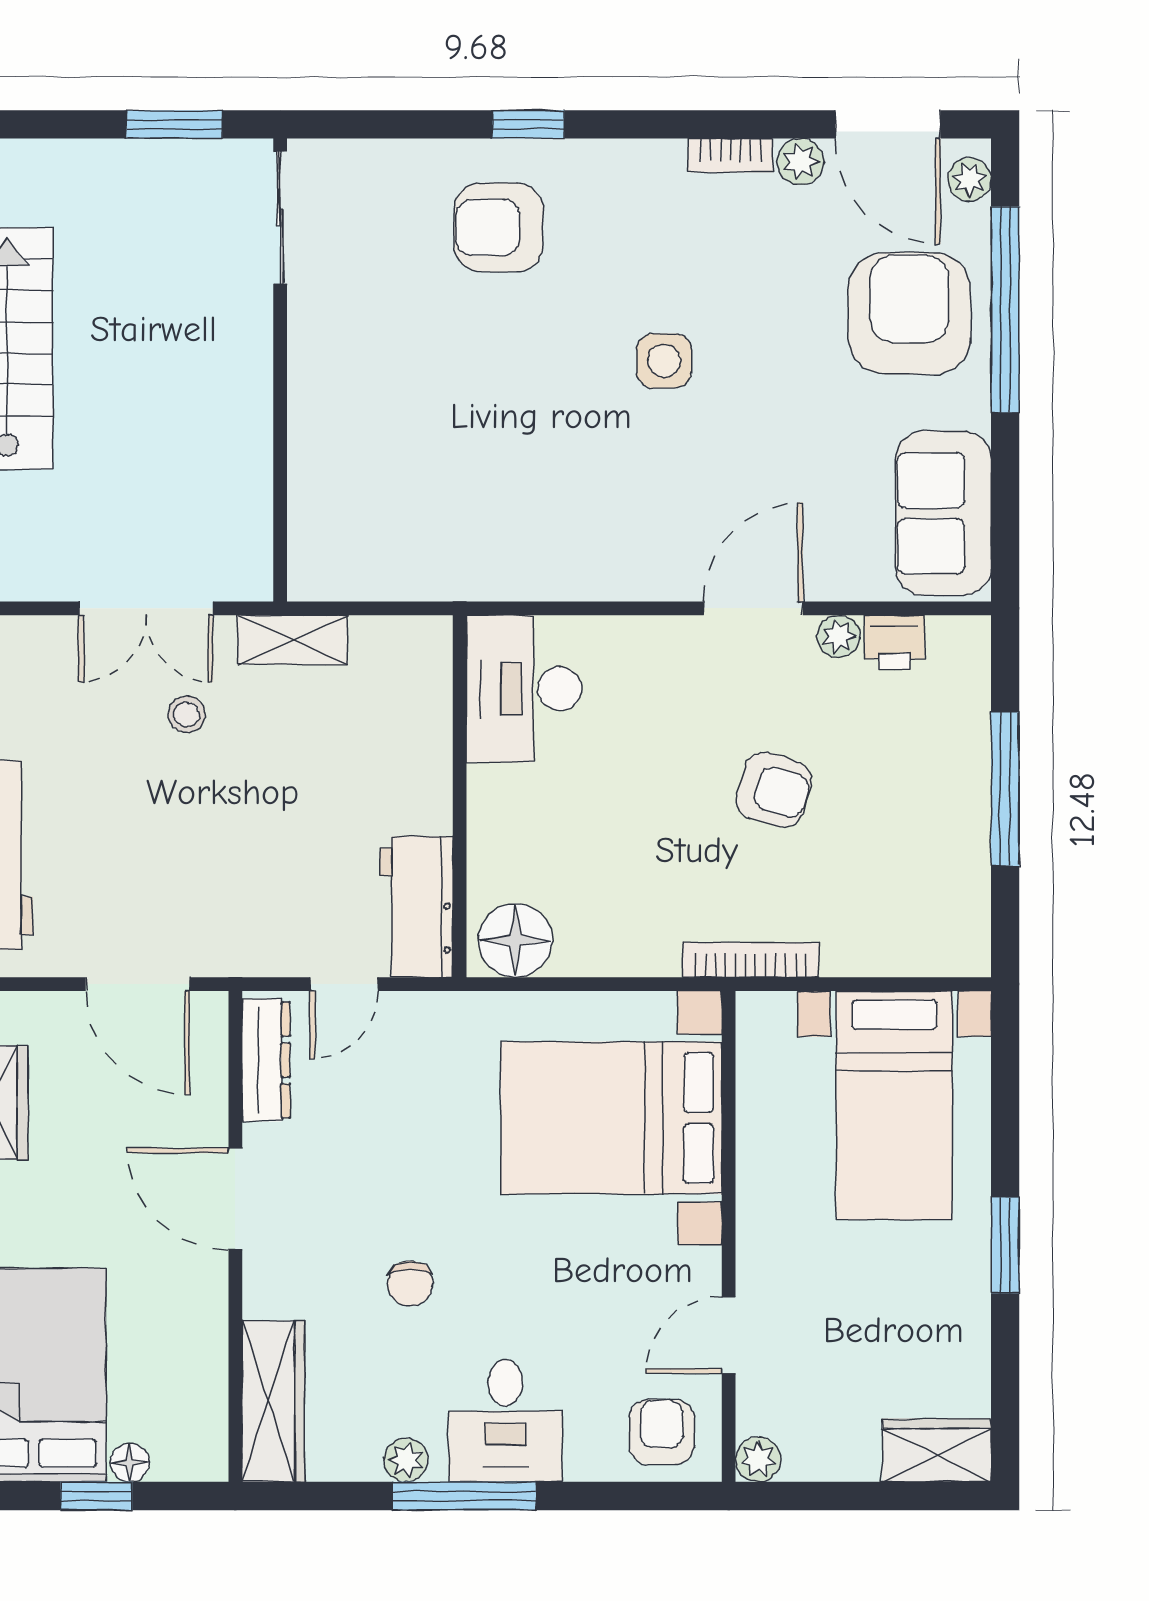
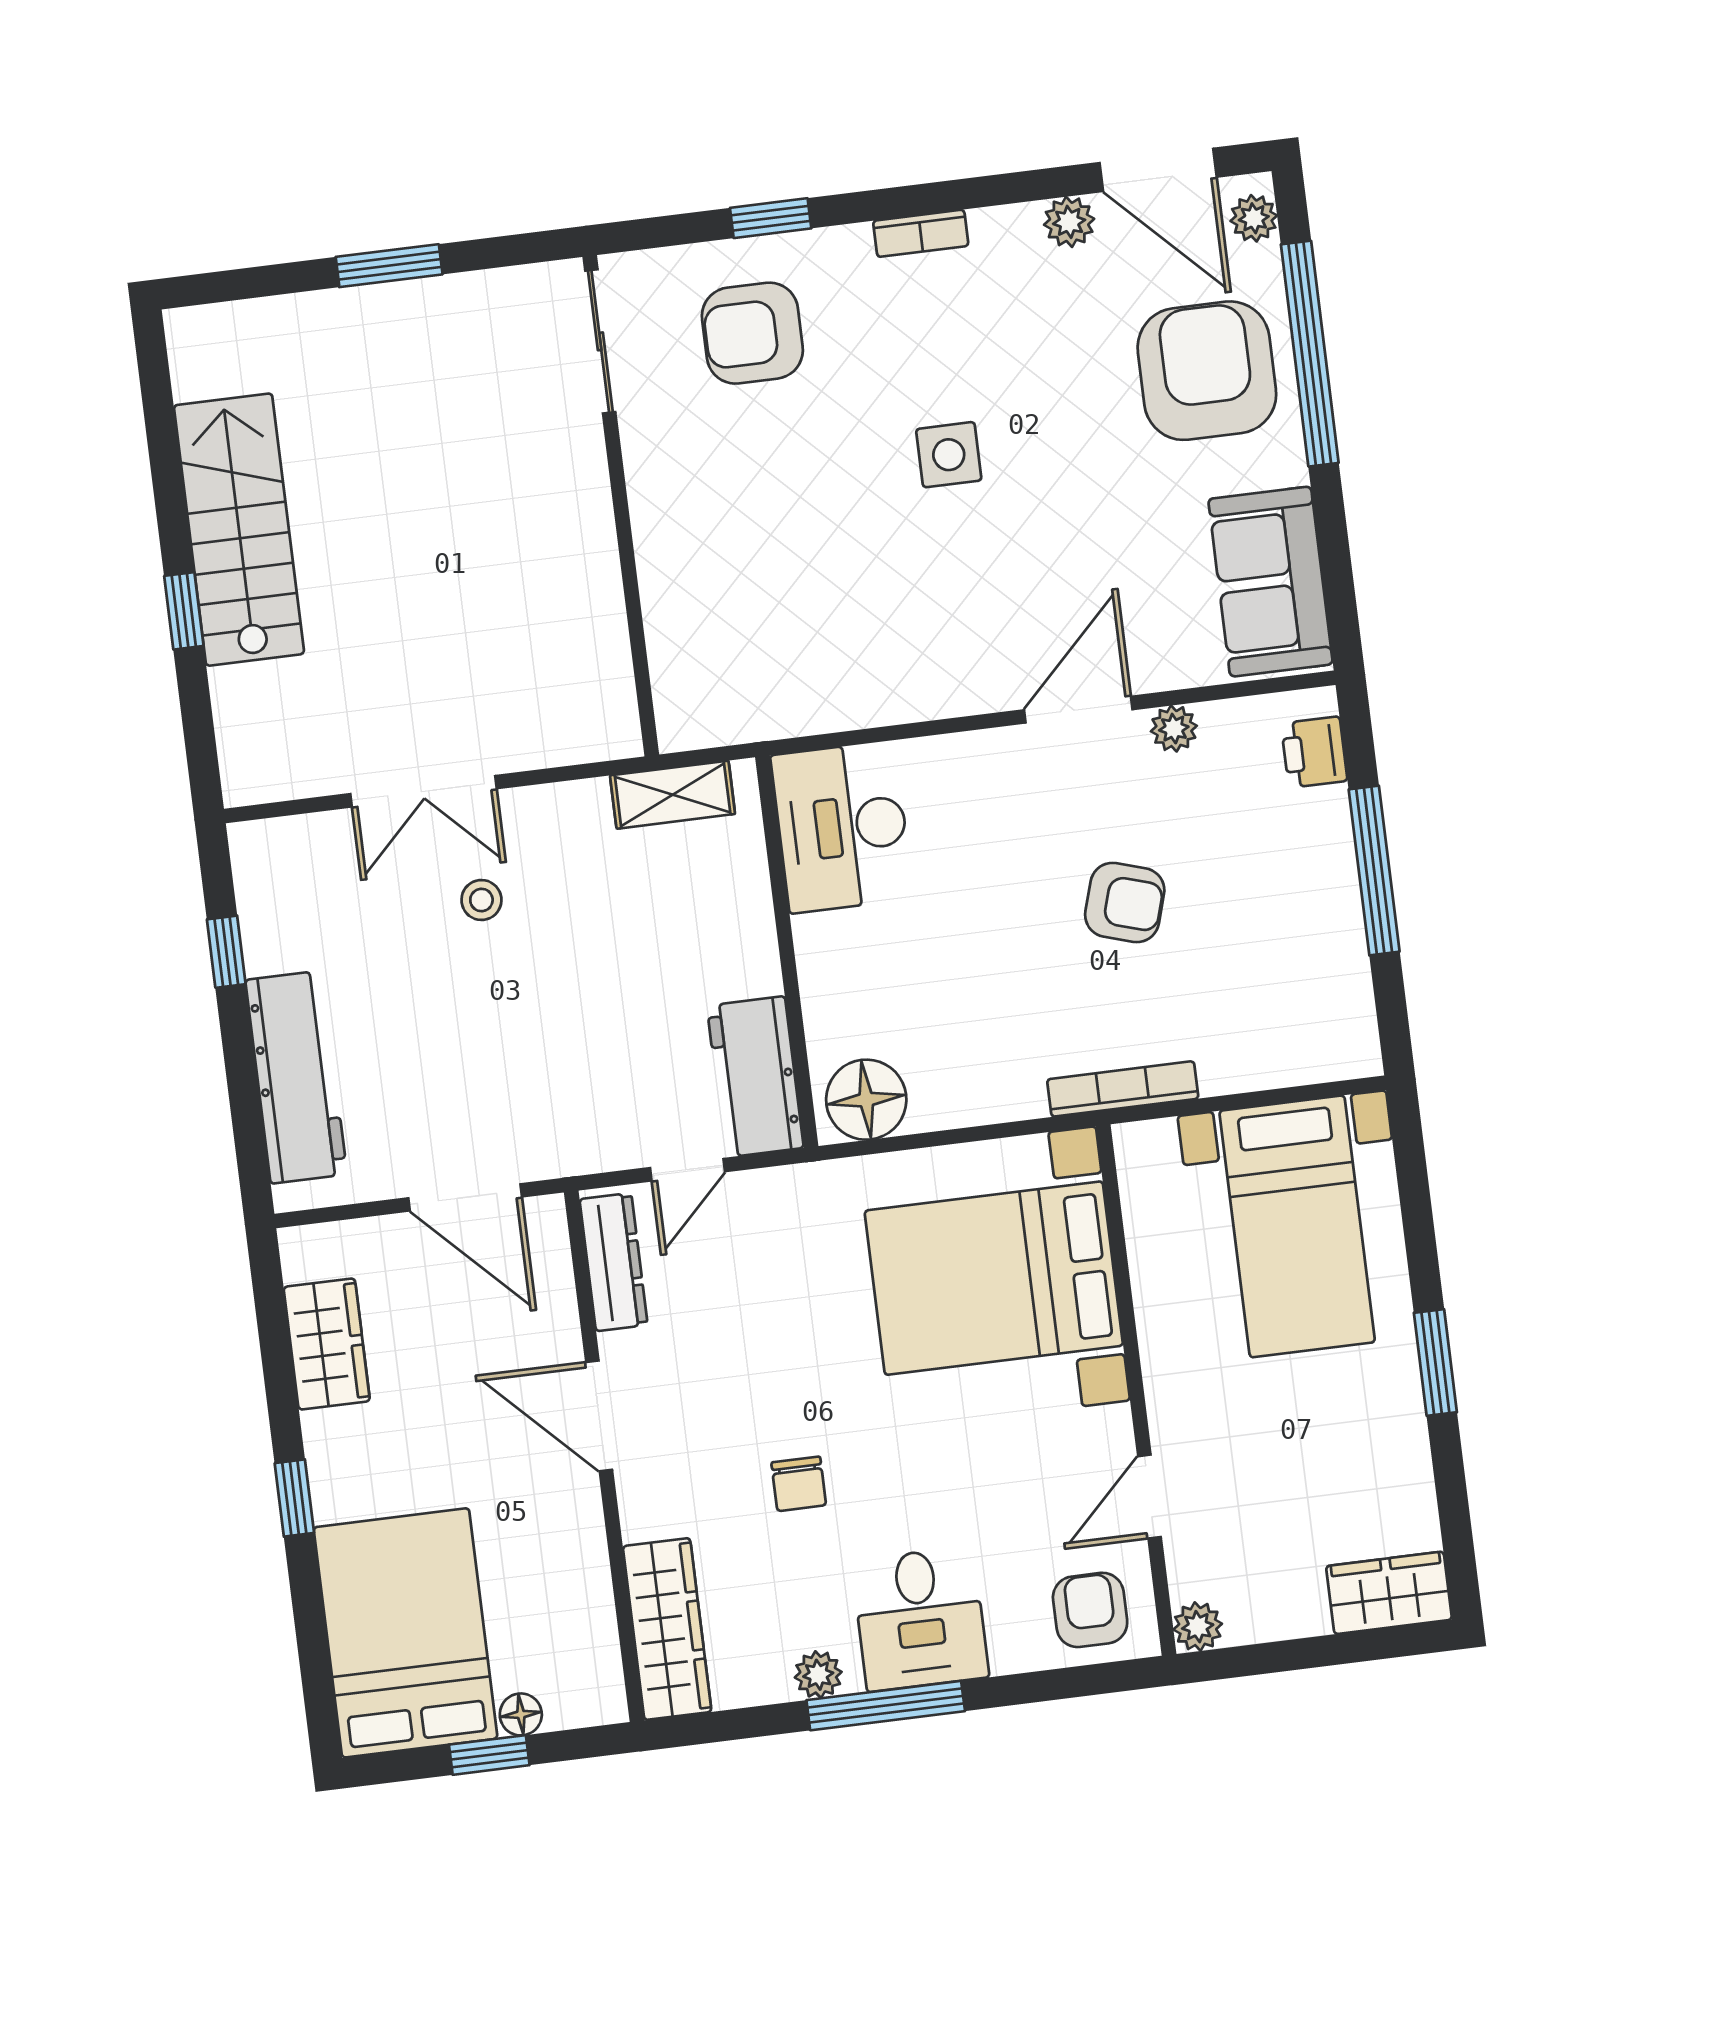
bookcase: (730, 155) -> (921, 233), moved
sliding door: (280, 218) -> (600, 341), moved
wall: (280, 370) -> (621, 506), moved
shelving: (293, 640) -> (673, 795), moved
printer: (894, 642) -> (1314, 752), moved, turned 90

